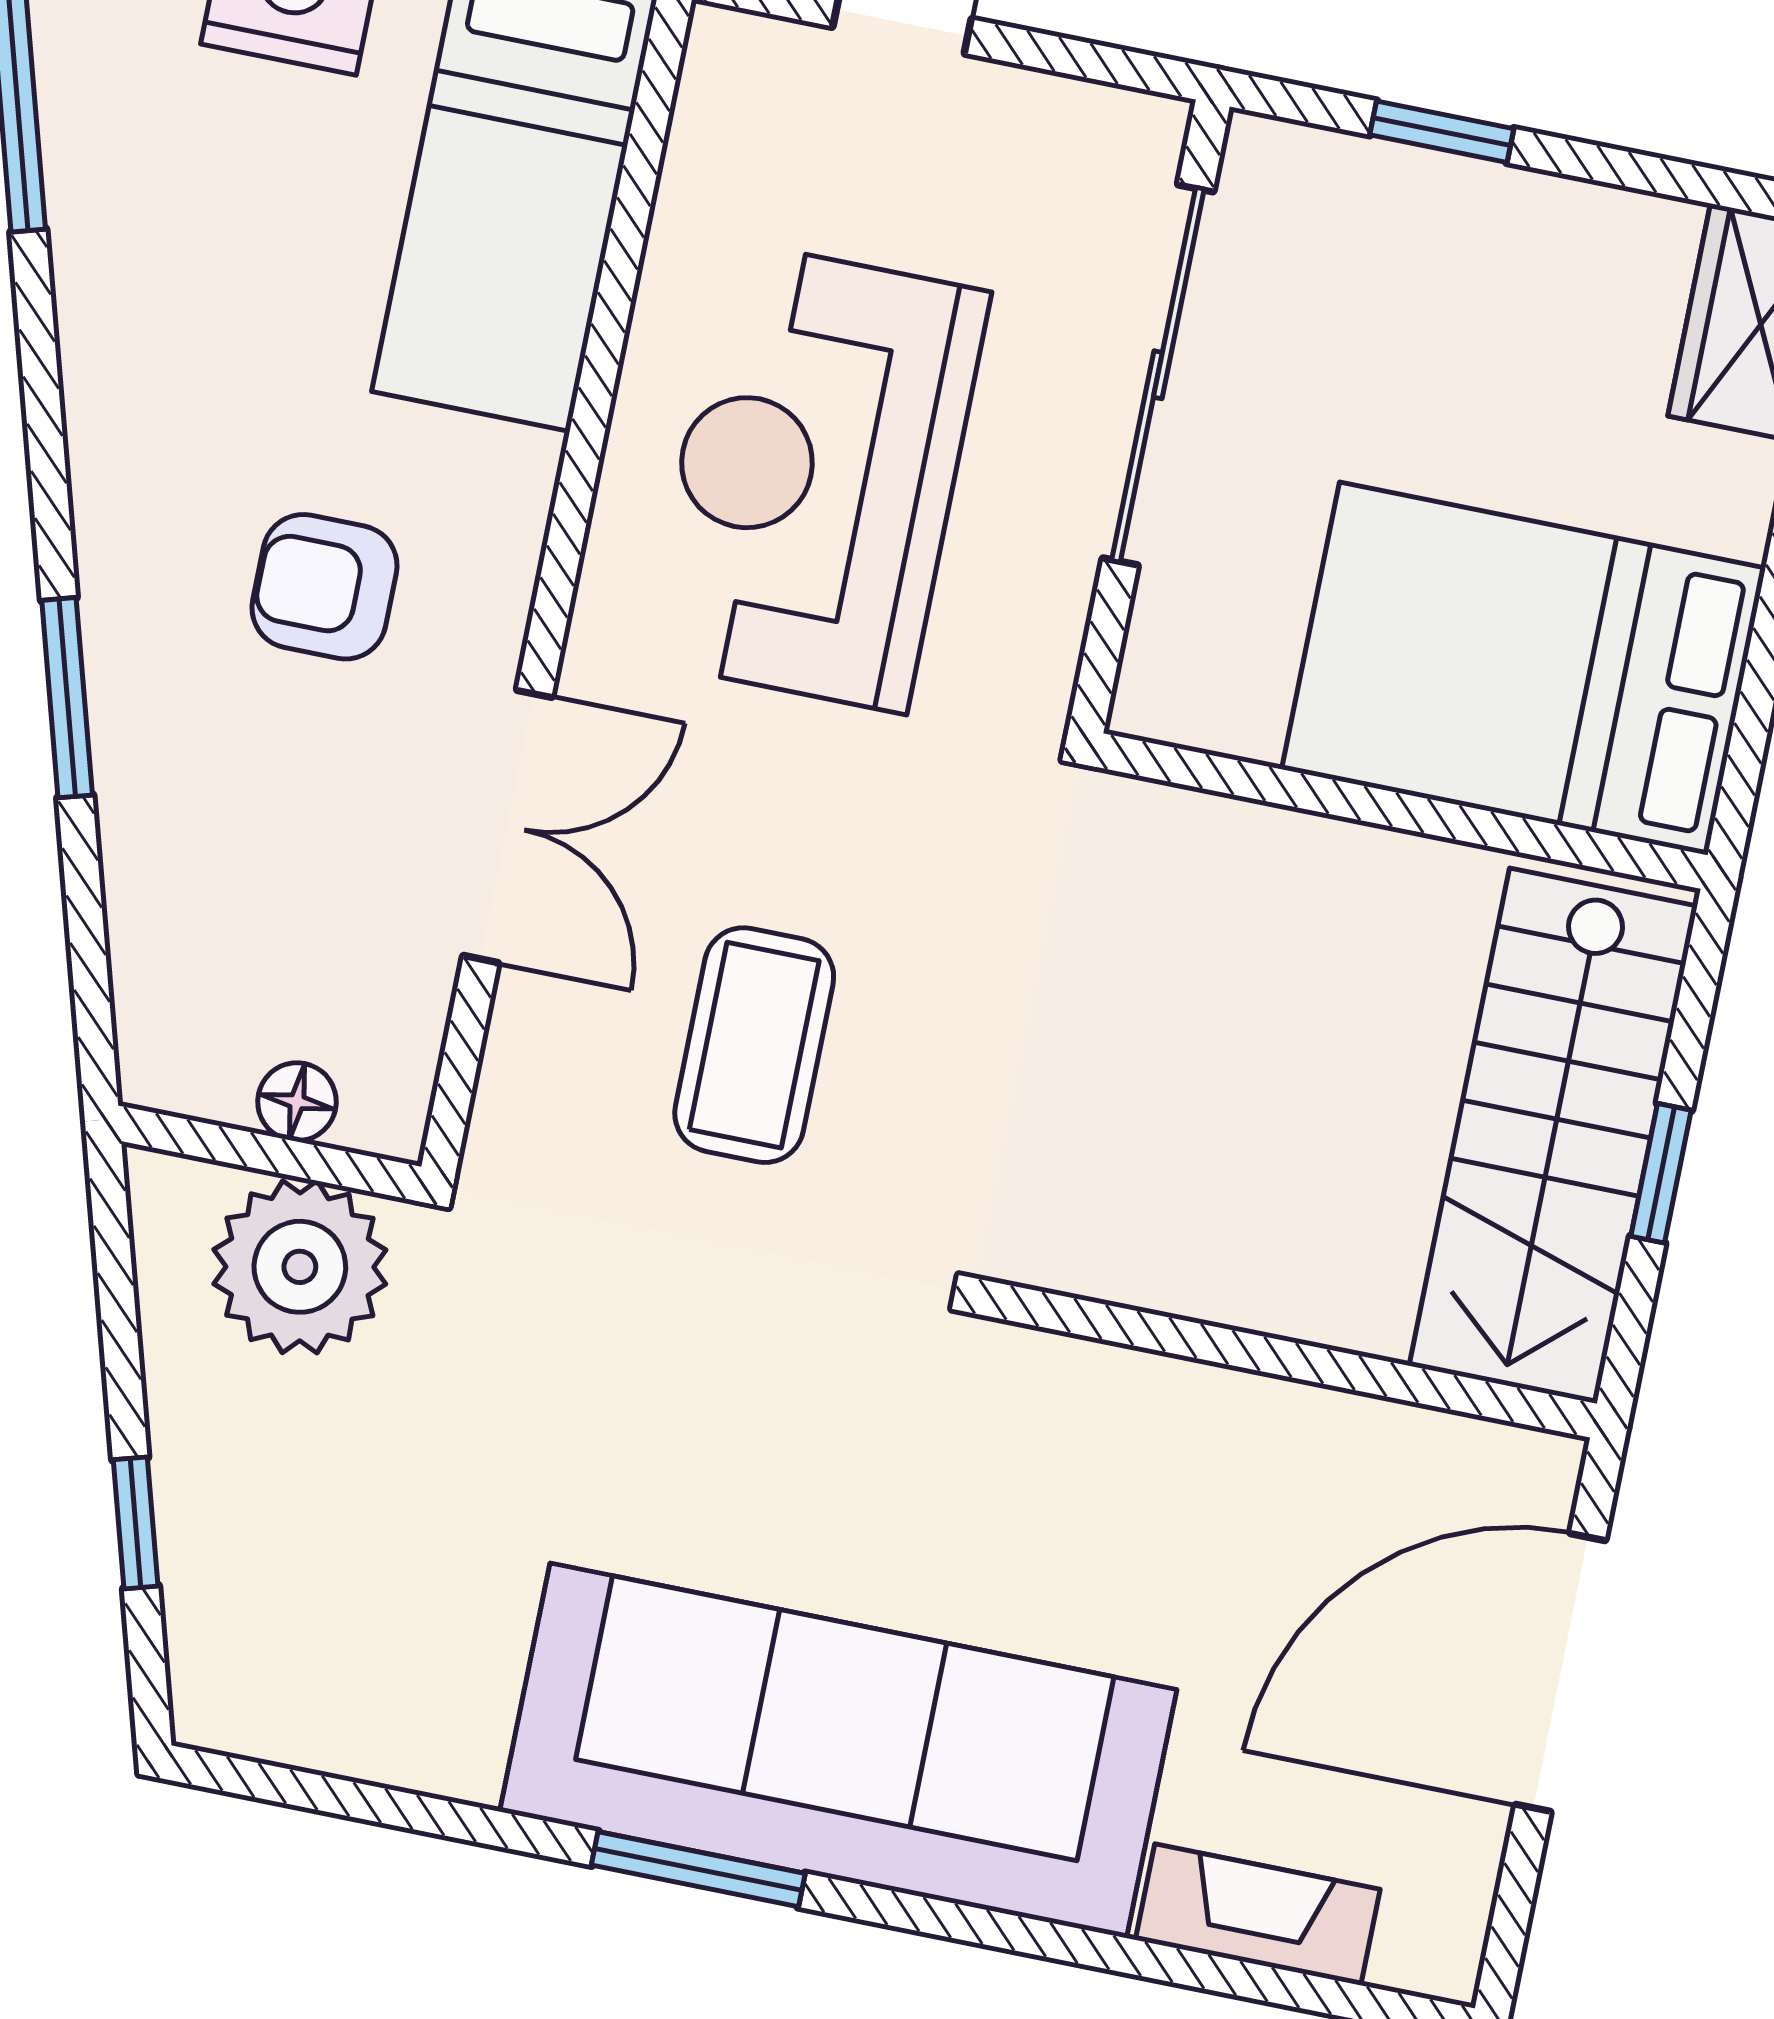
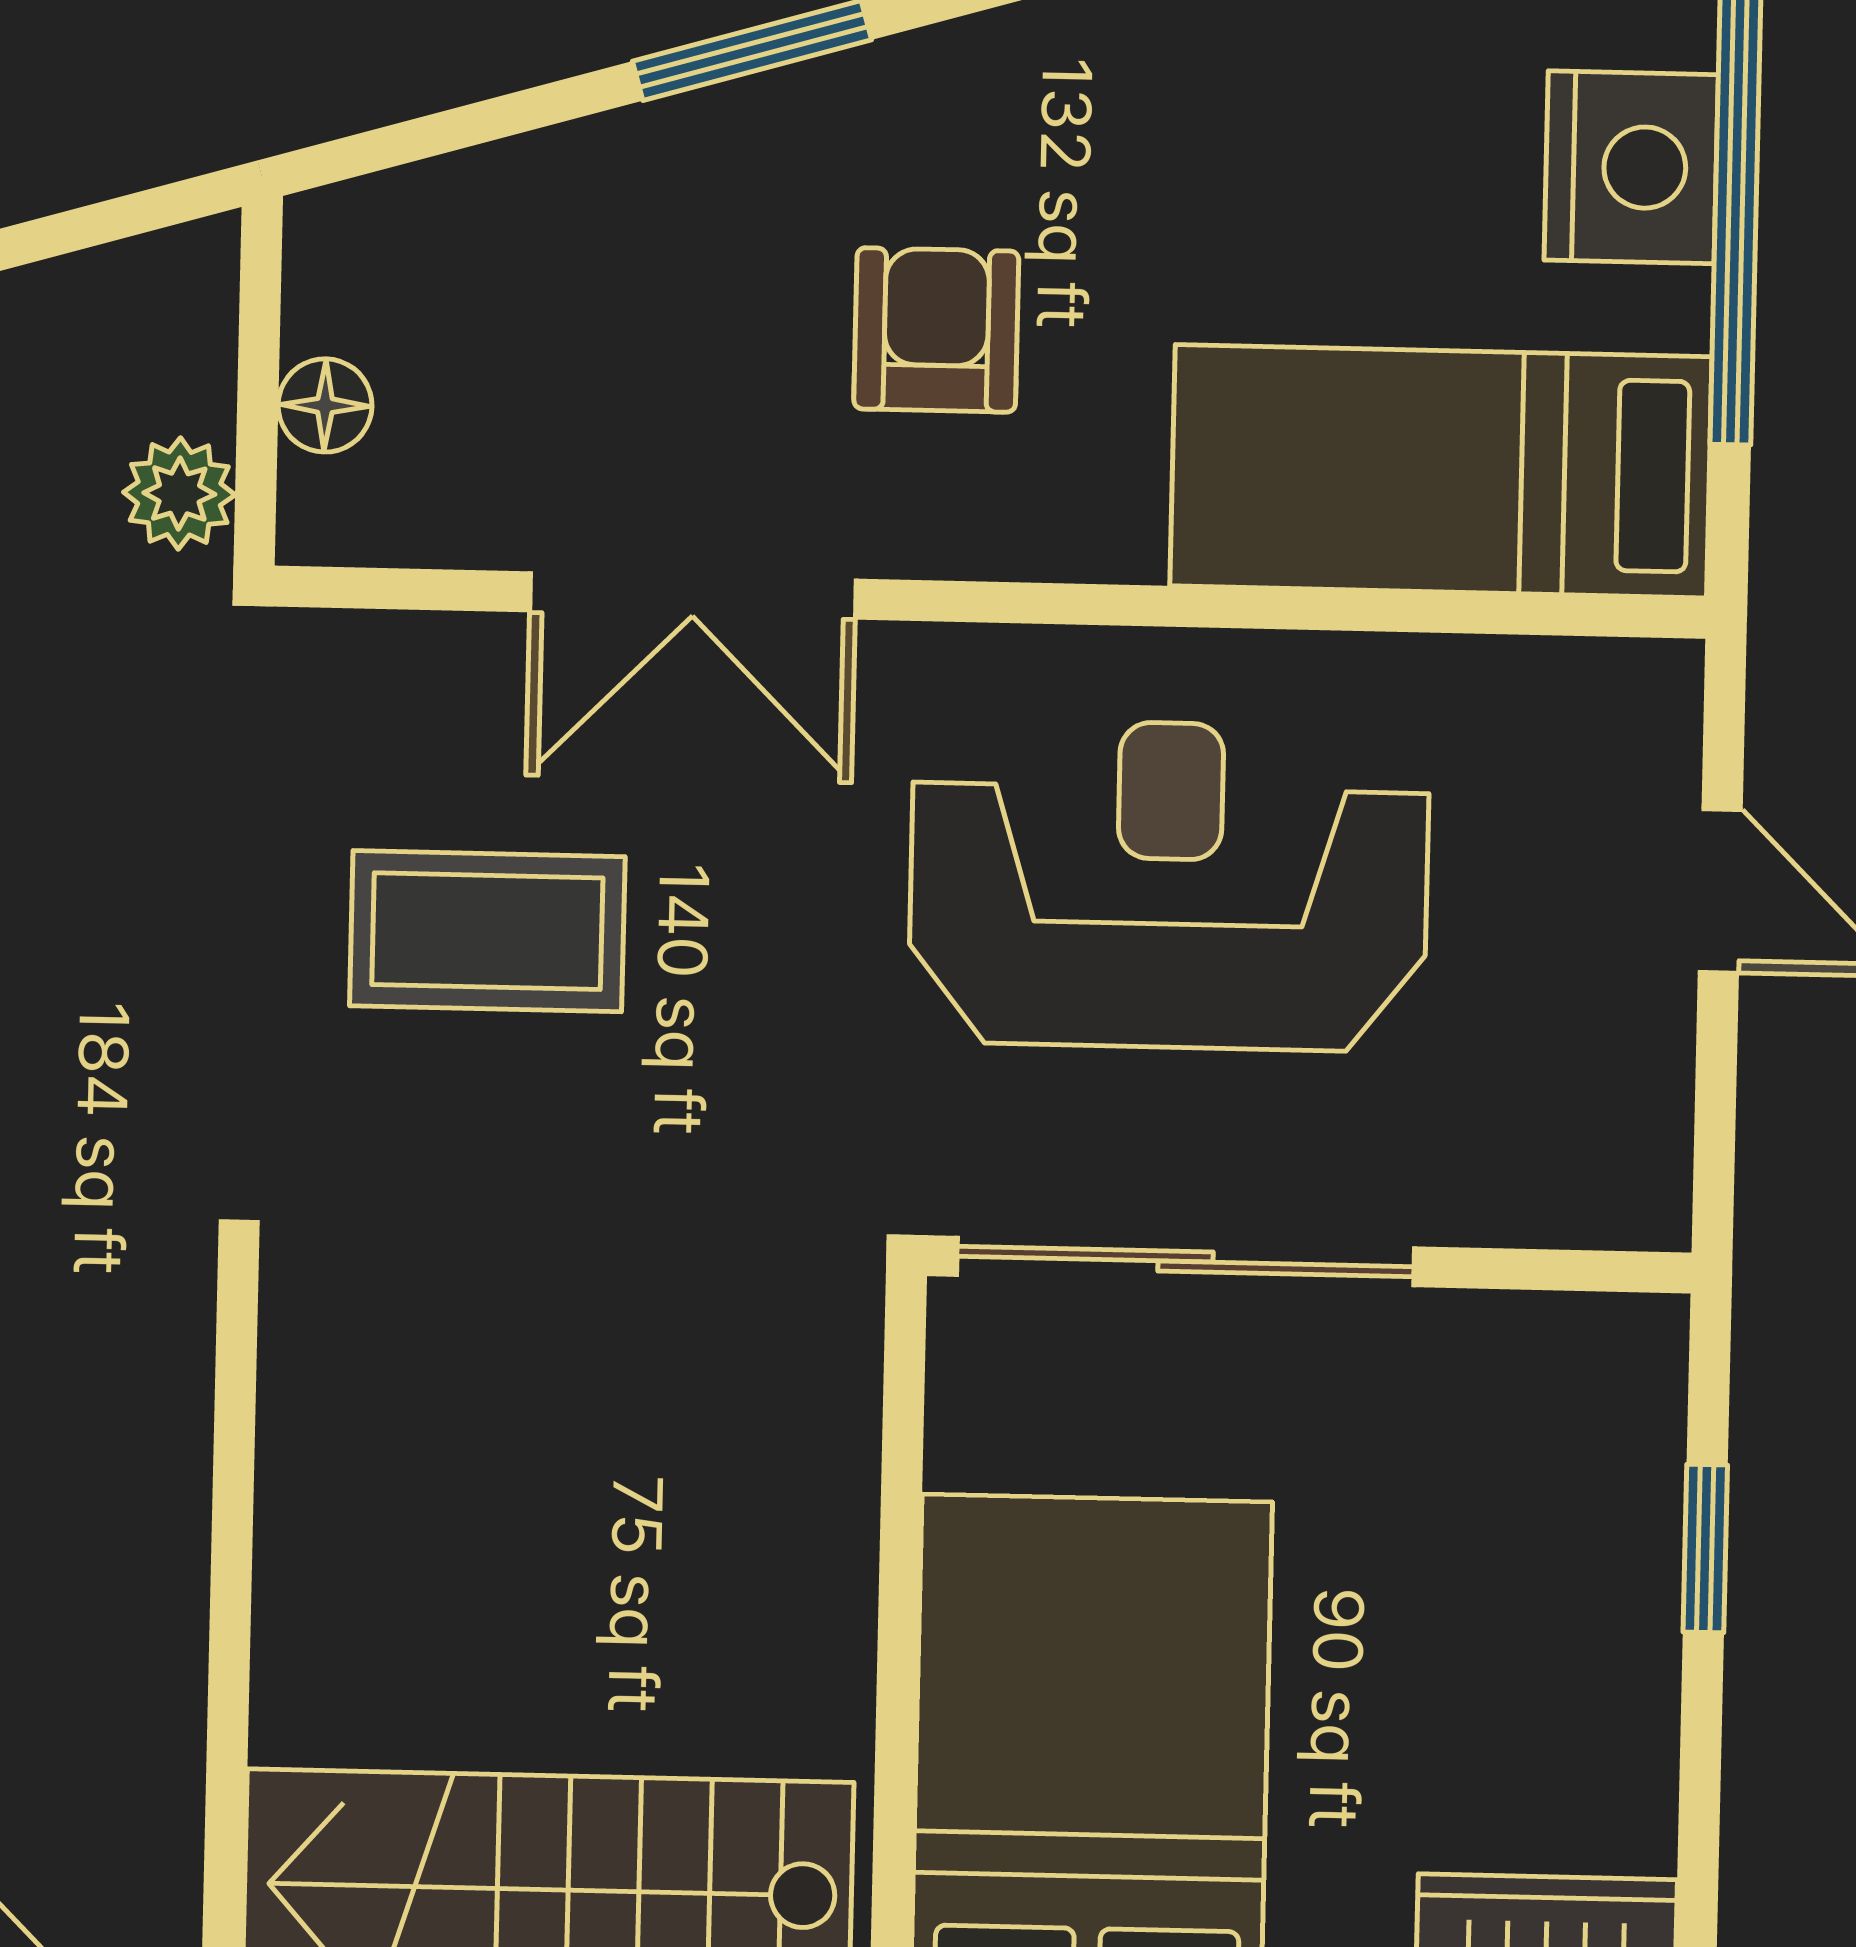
sliding door: (1158, 375) -> (1185, 1262), moved
plant: (300, 1267) -> (179, 494), width x0.53, depth x0.53

